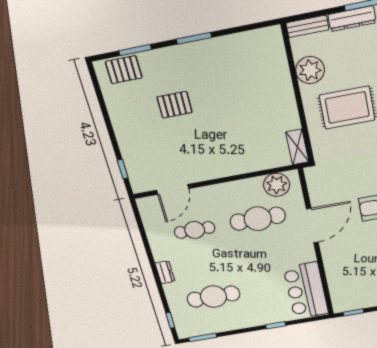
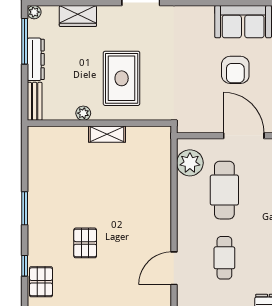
window: (135, 50) -> (25, 266), width x0.67
plant: (310, 70) -> (83, 113), width x0.53, depth x0.53
shelving: (297, 147) -> (107, 134), moved
door: (173, 189) -> (174, 268), swing flipped

